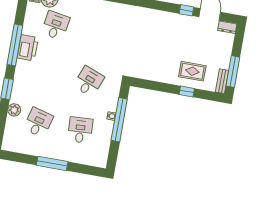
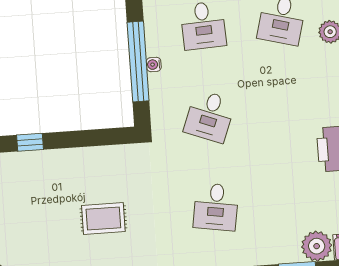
desk: (56, 25) -> (216, 207), moved
rug: (192, 71) -> (103, 218), moved

